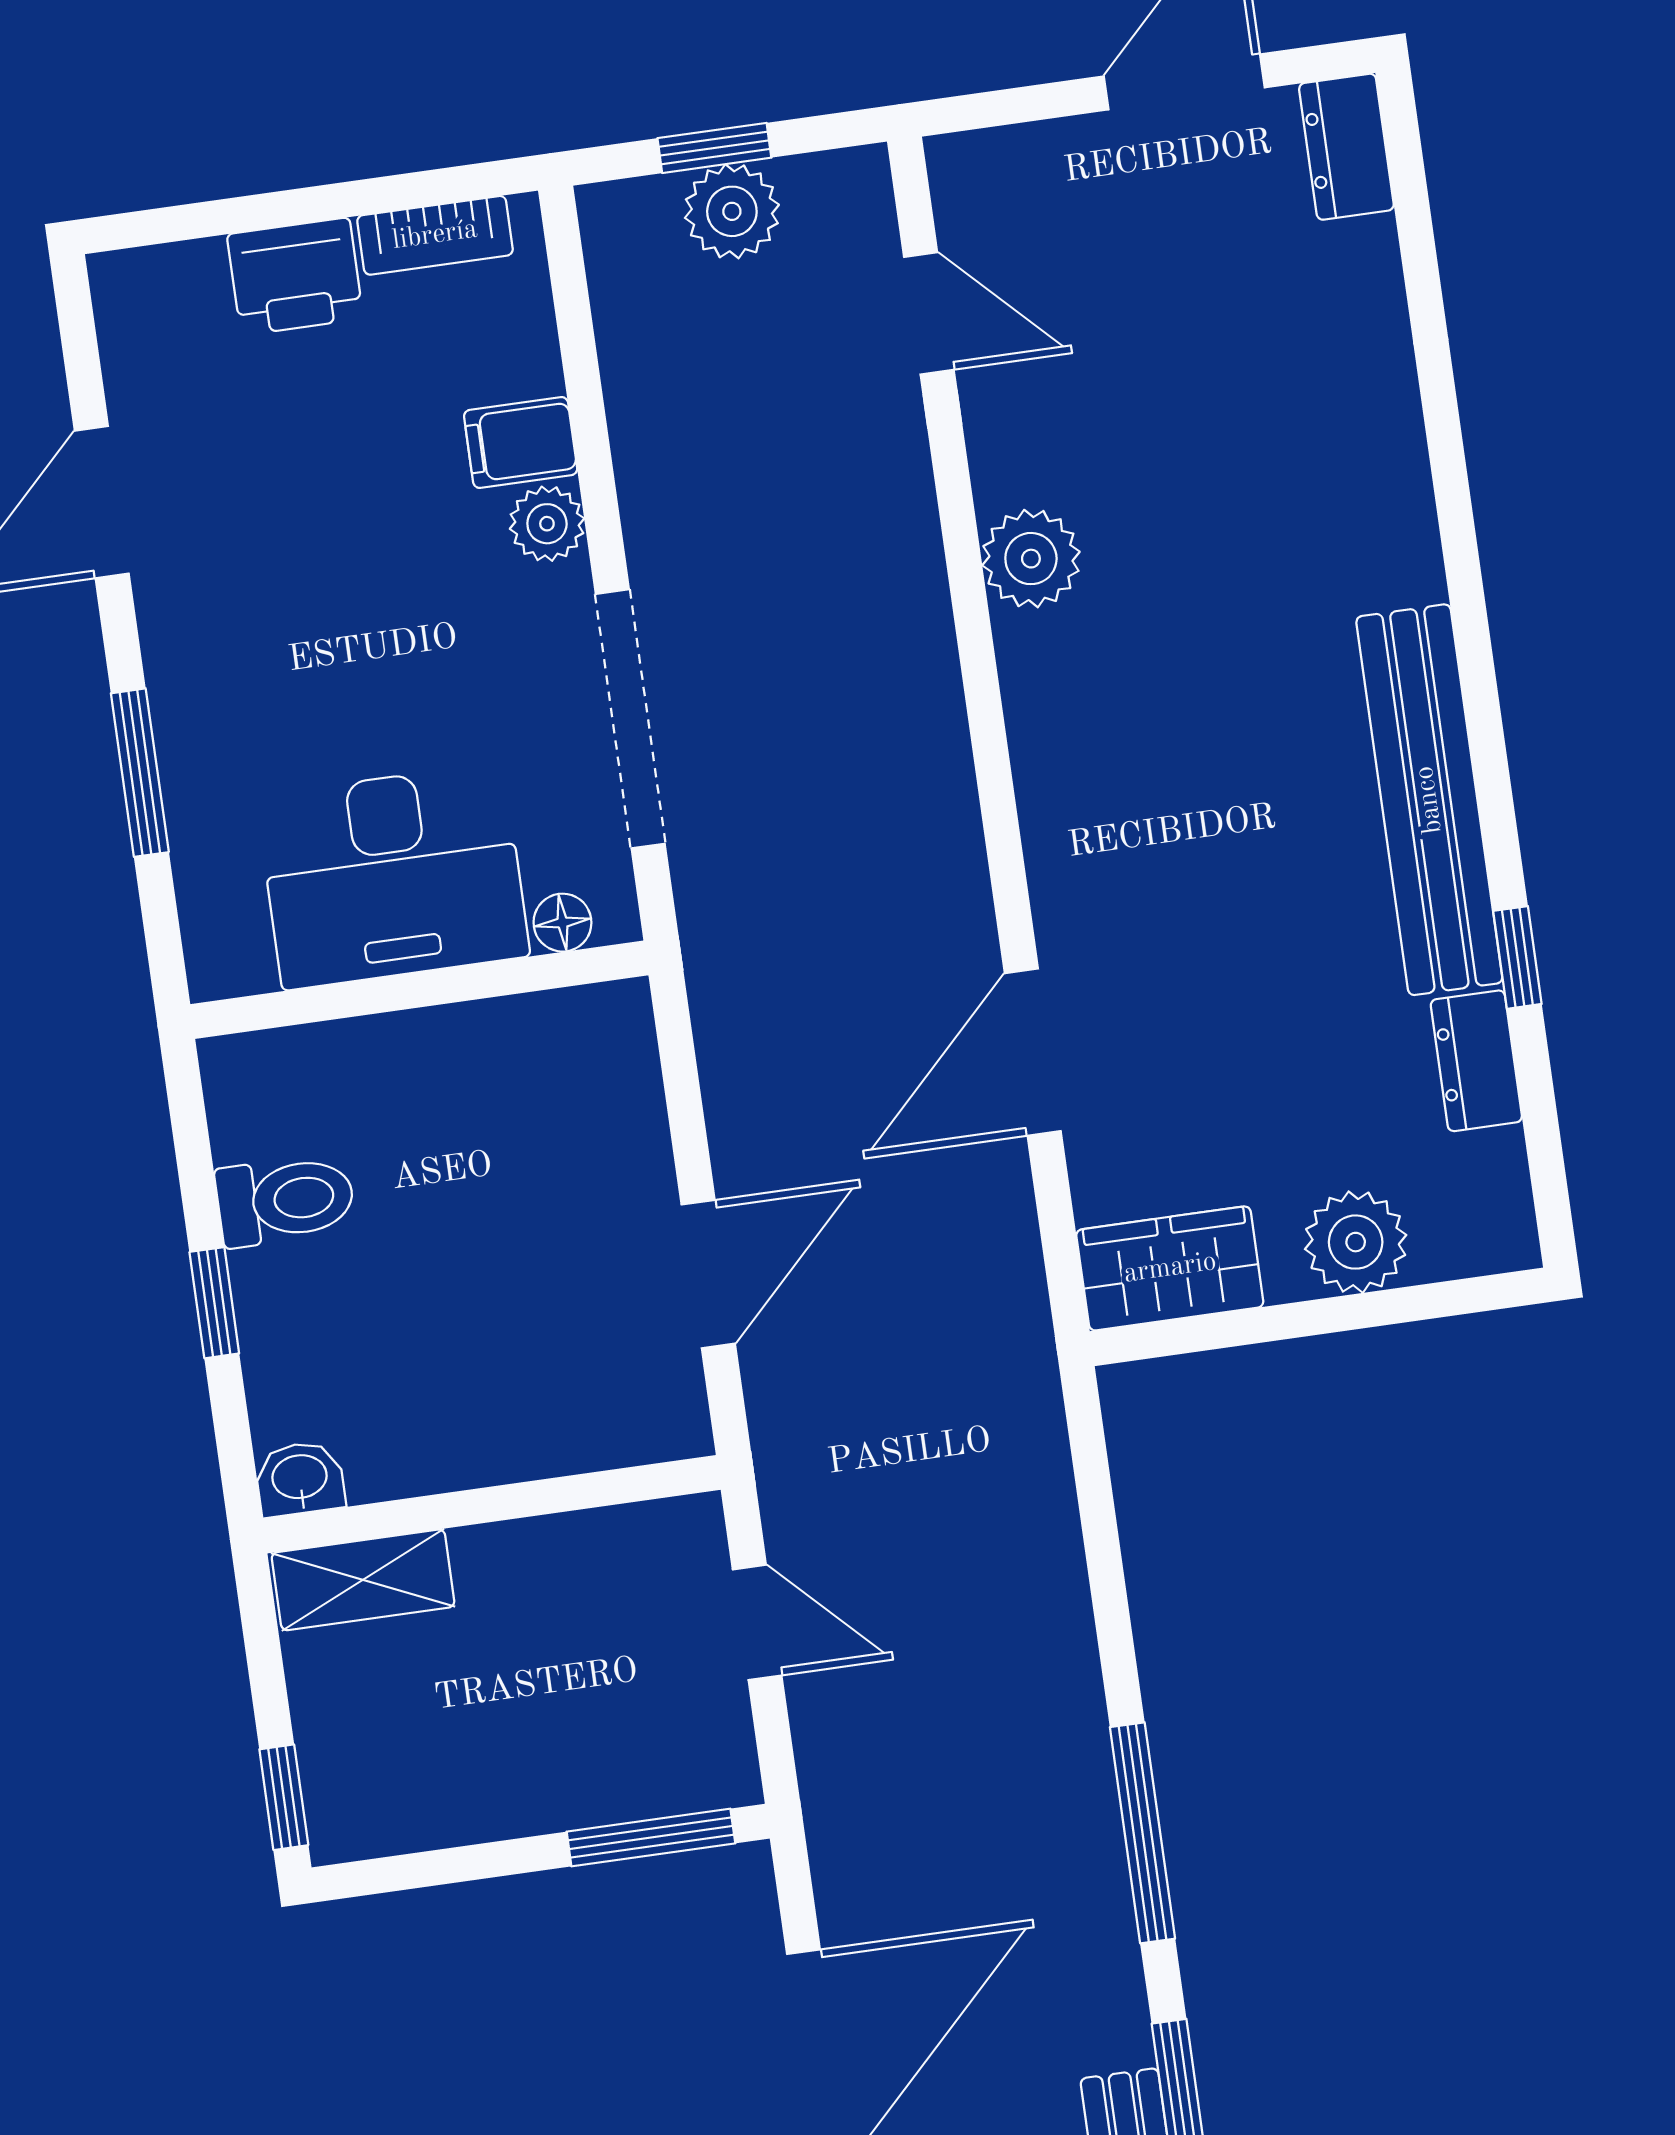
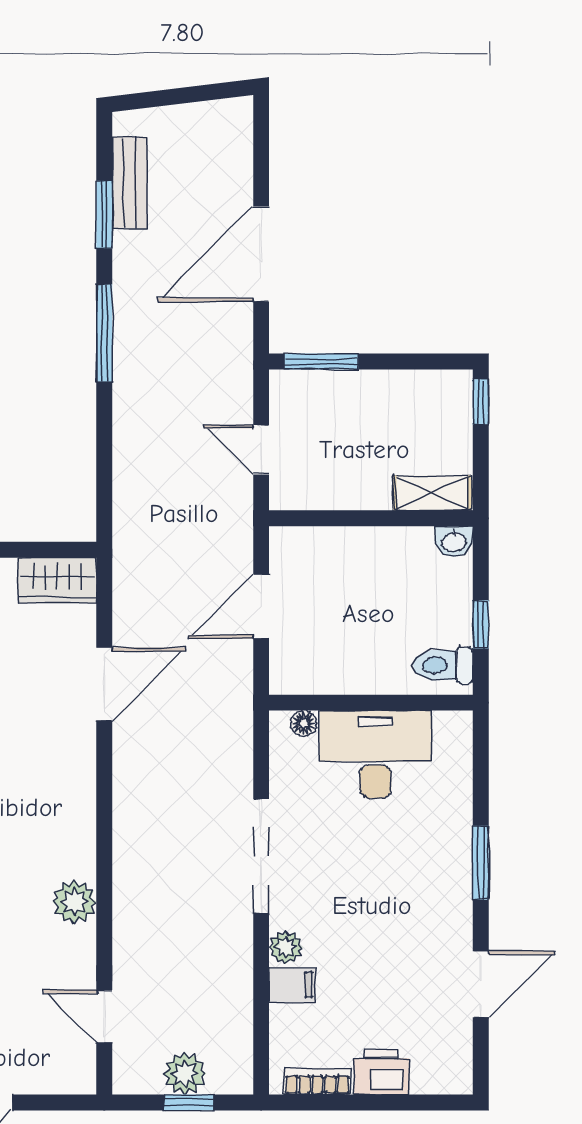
desk: (393, 876) -> (376, 754), moved
floor lamp: (562, 923) -> (304, 723), moved
wall: (419, 990) -> (371, 703), moved

